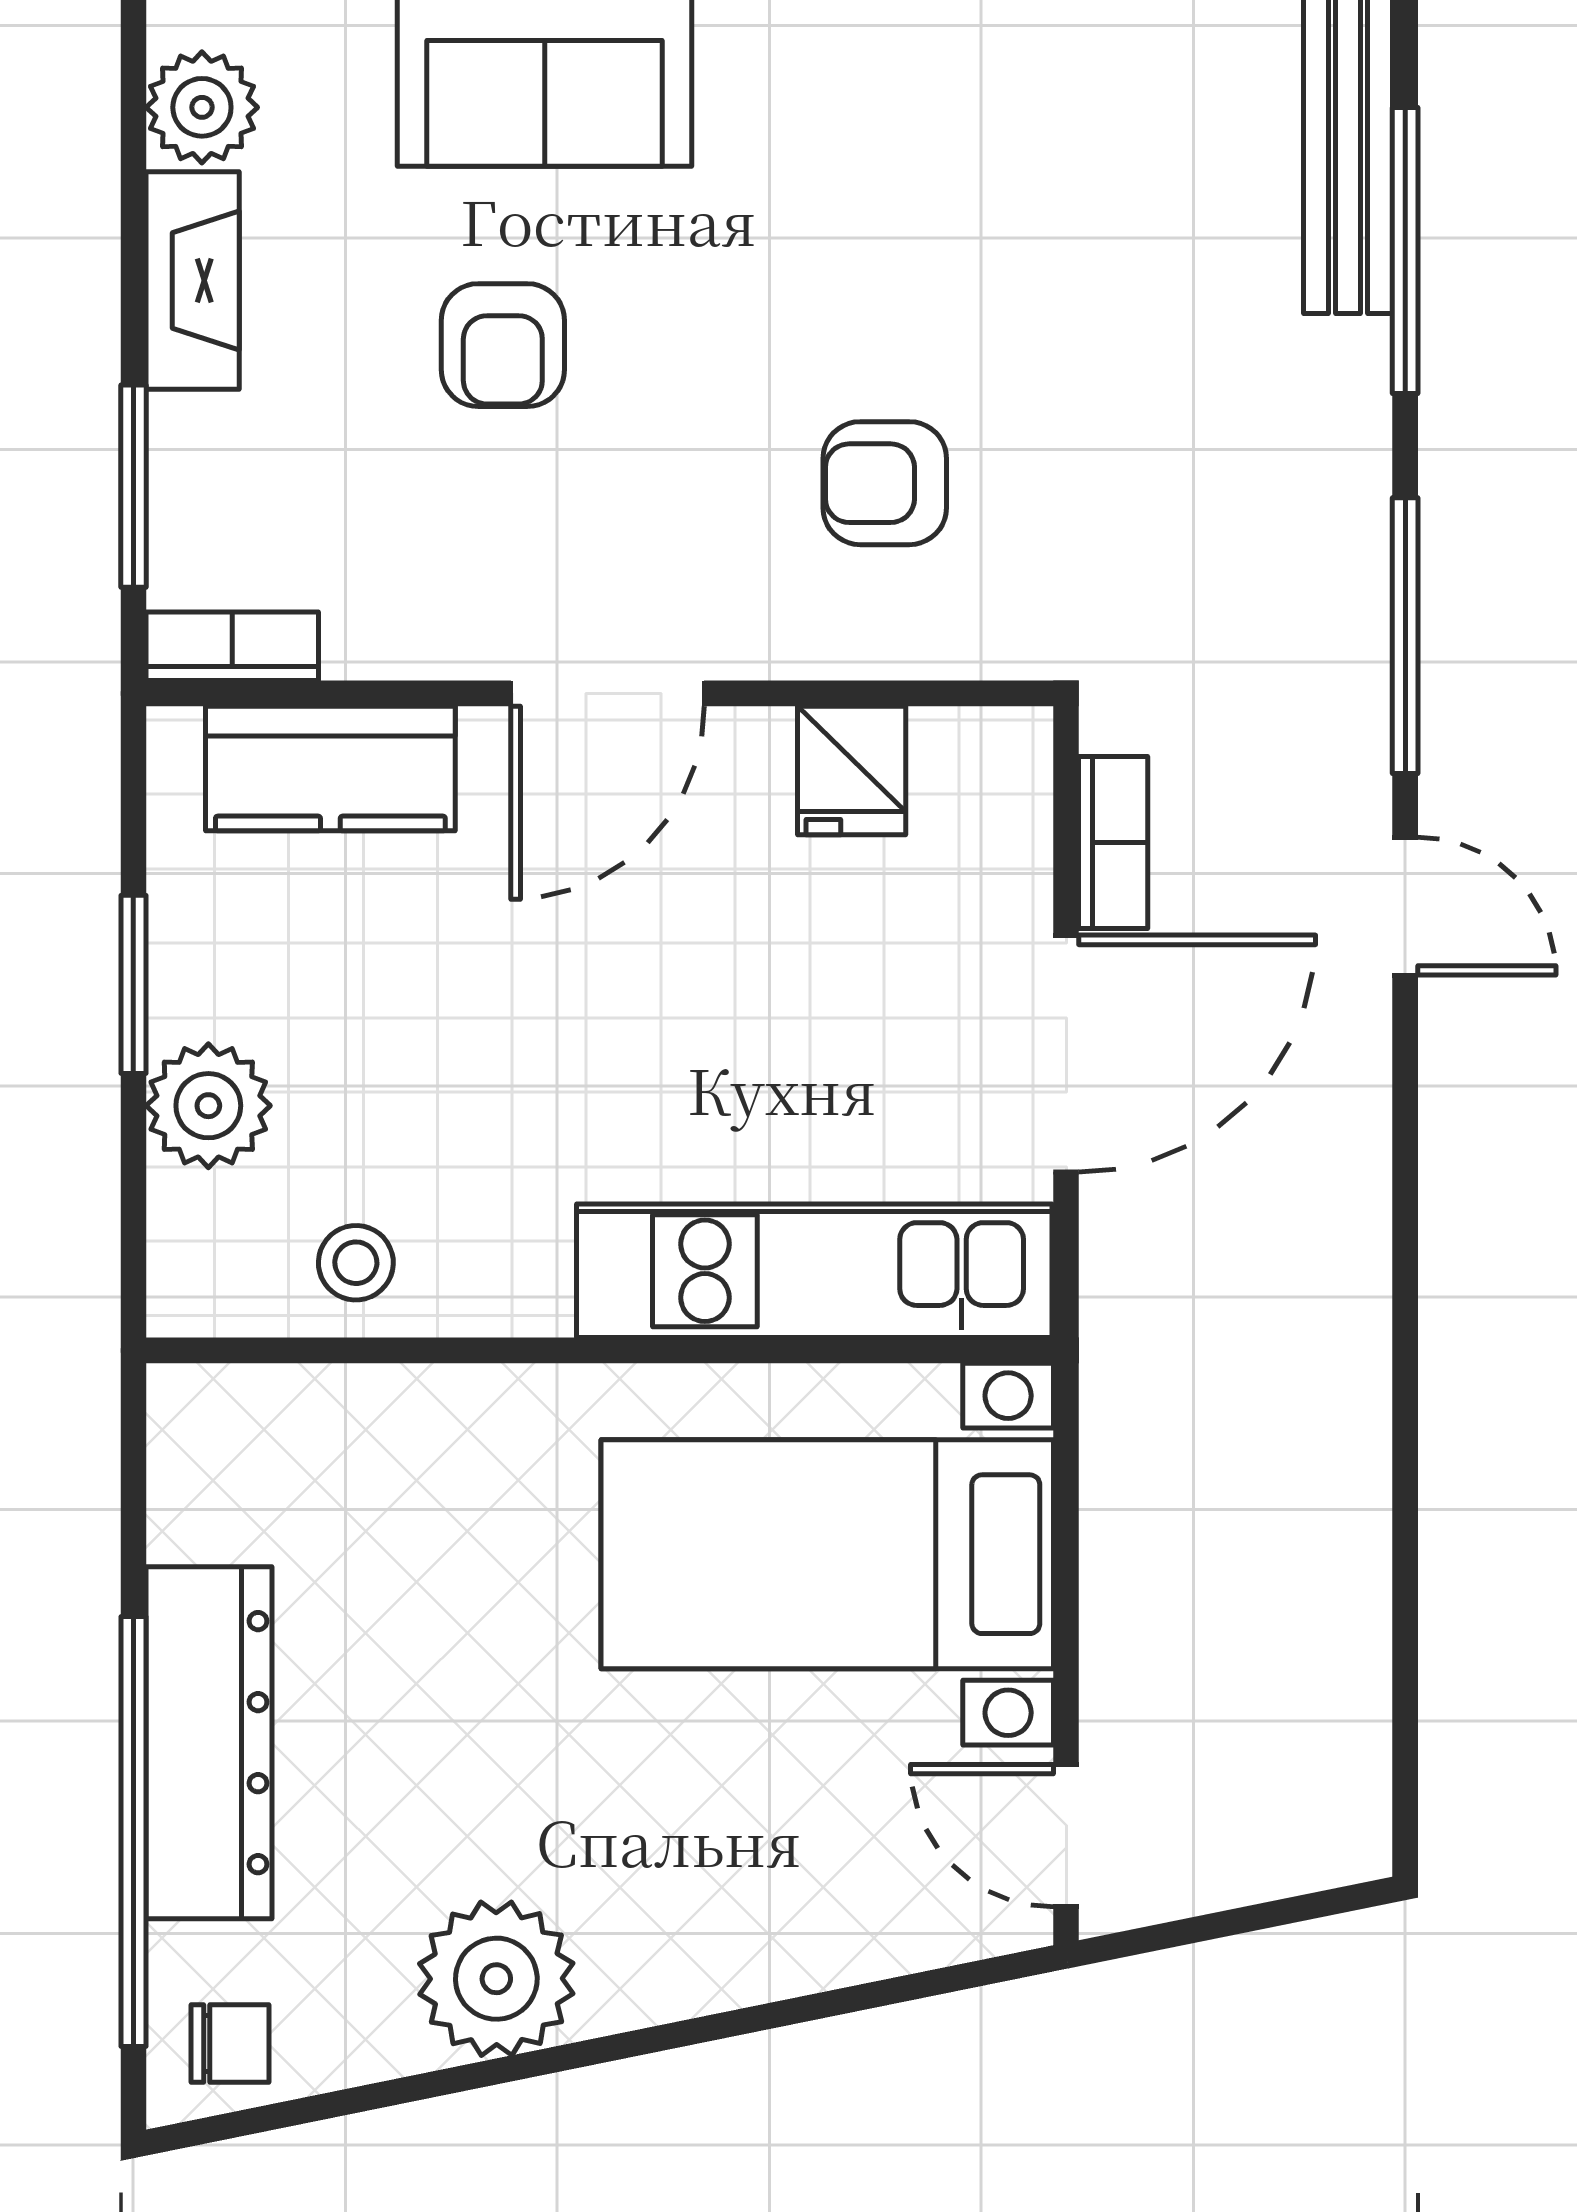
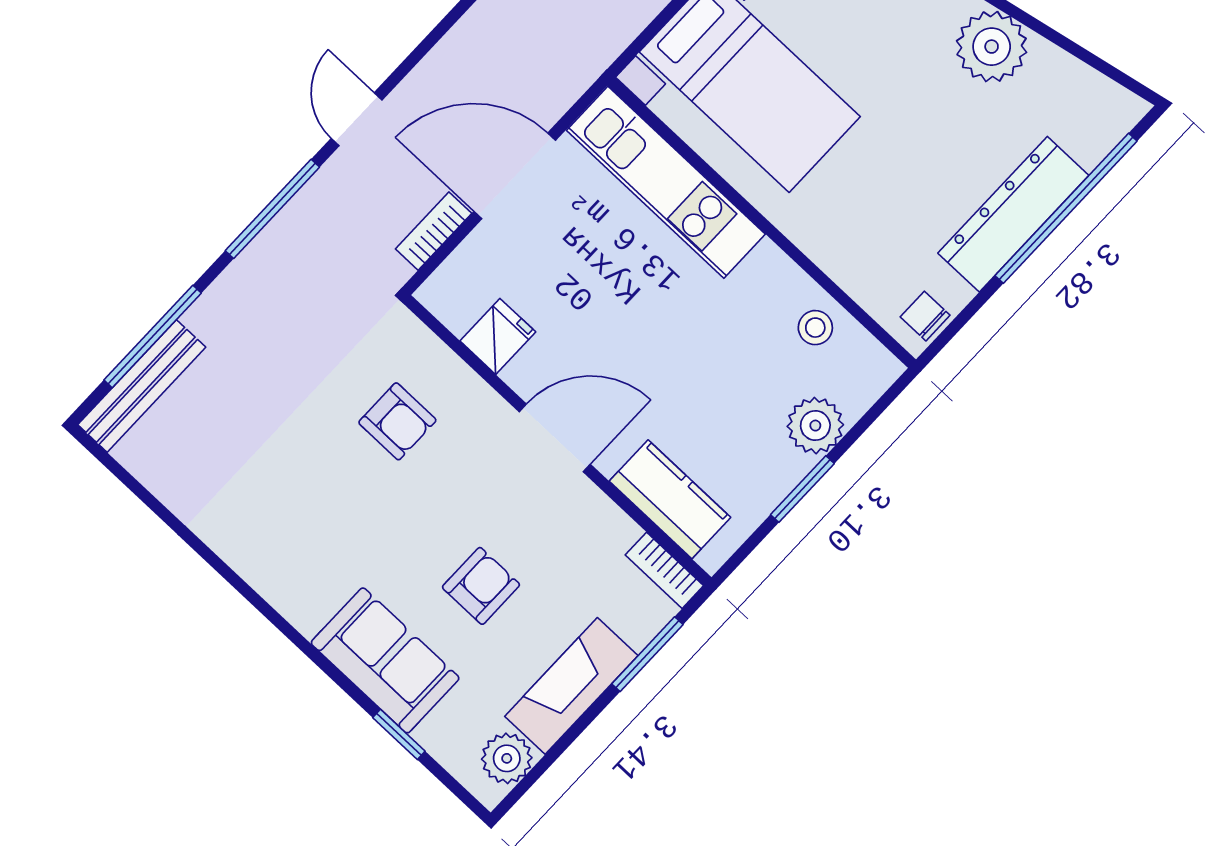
fireplace: (193, 280) -> (571, 686), width x1.37, depth x1.32
chair: (230, 2043) -> (925, 316), moved

